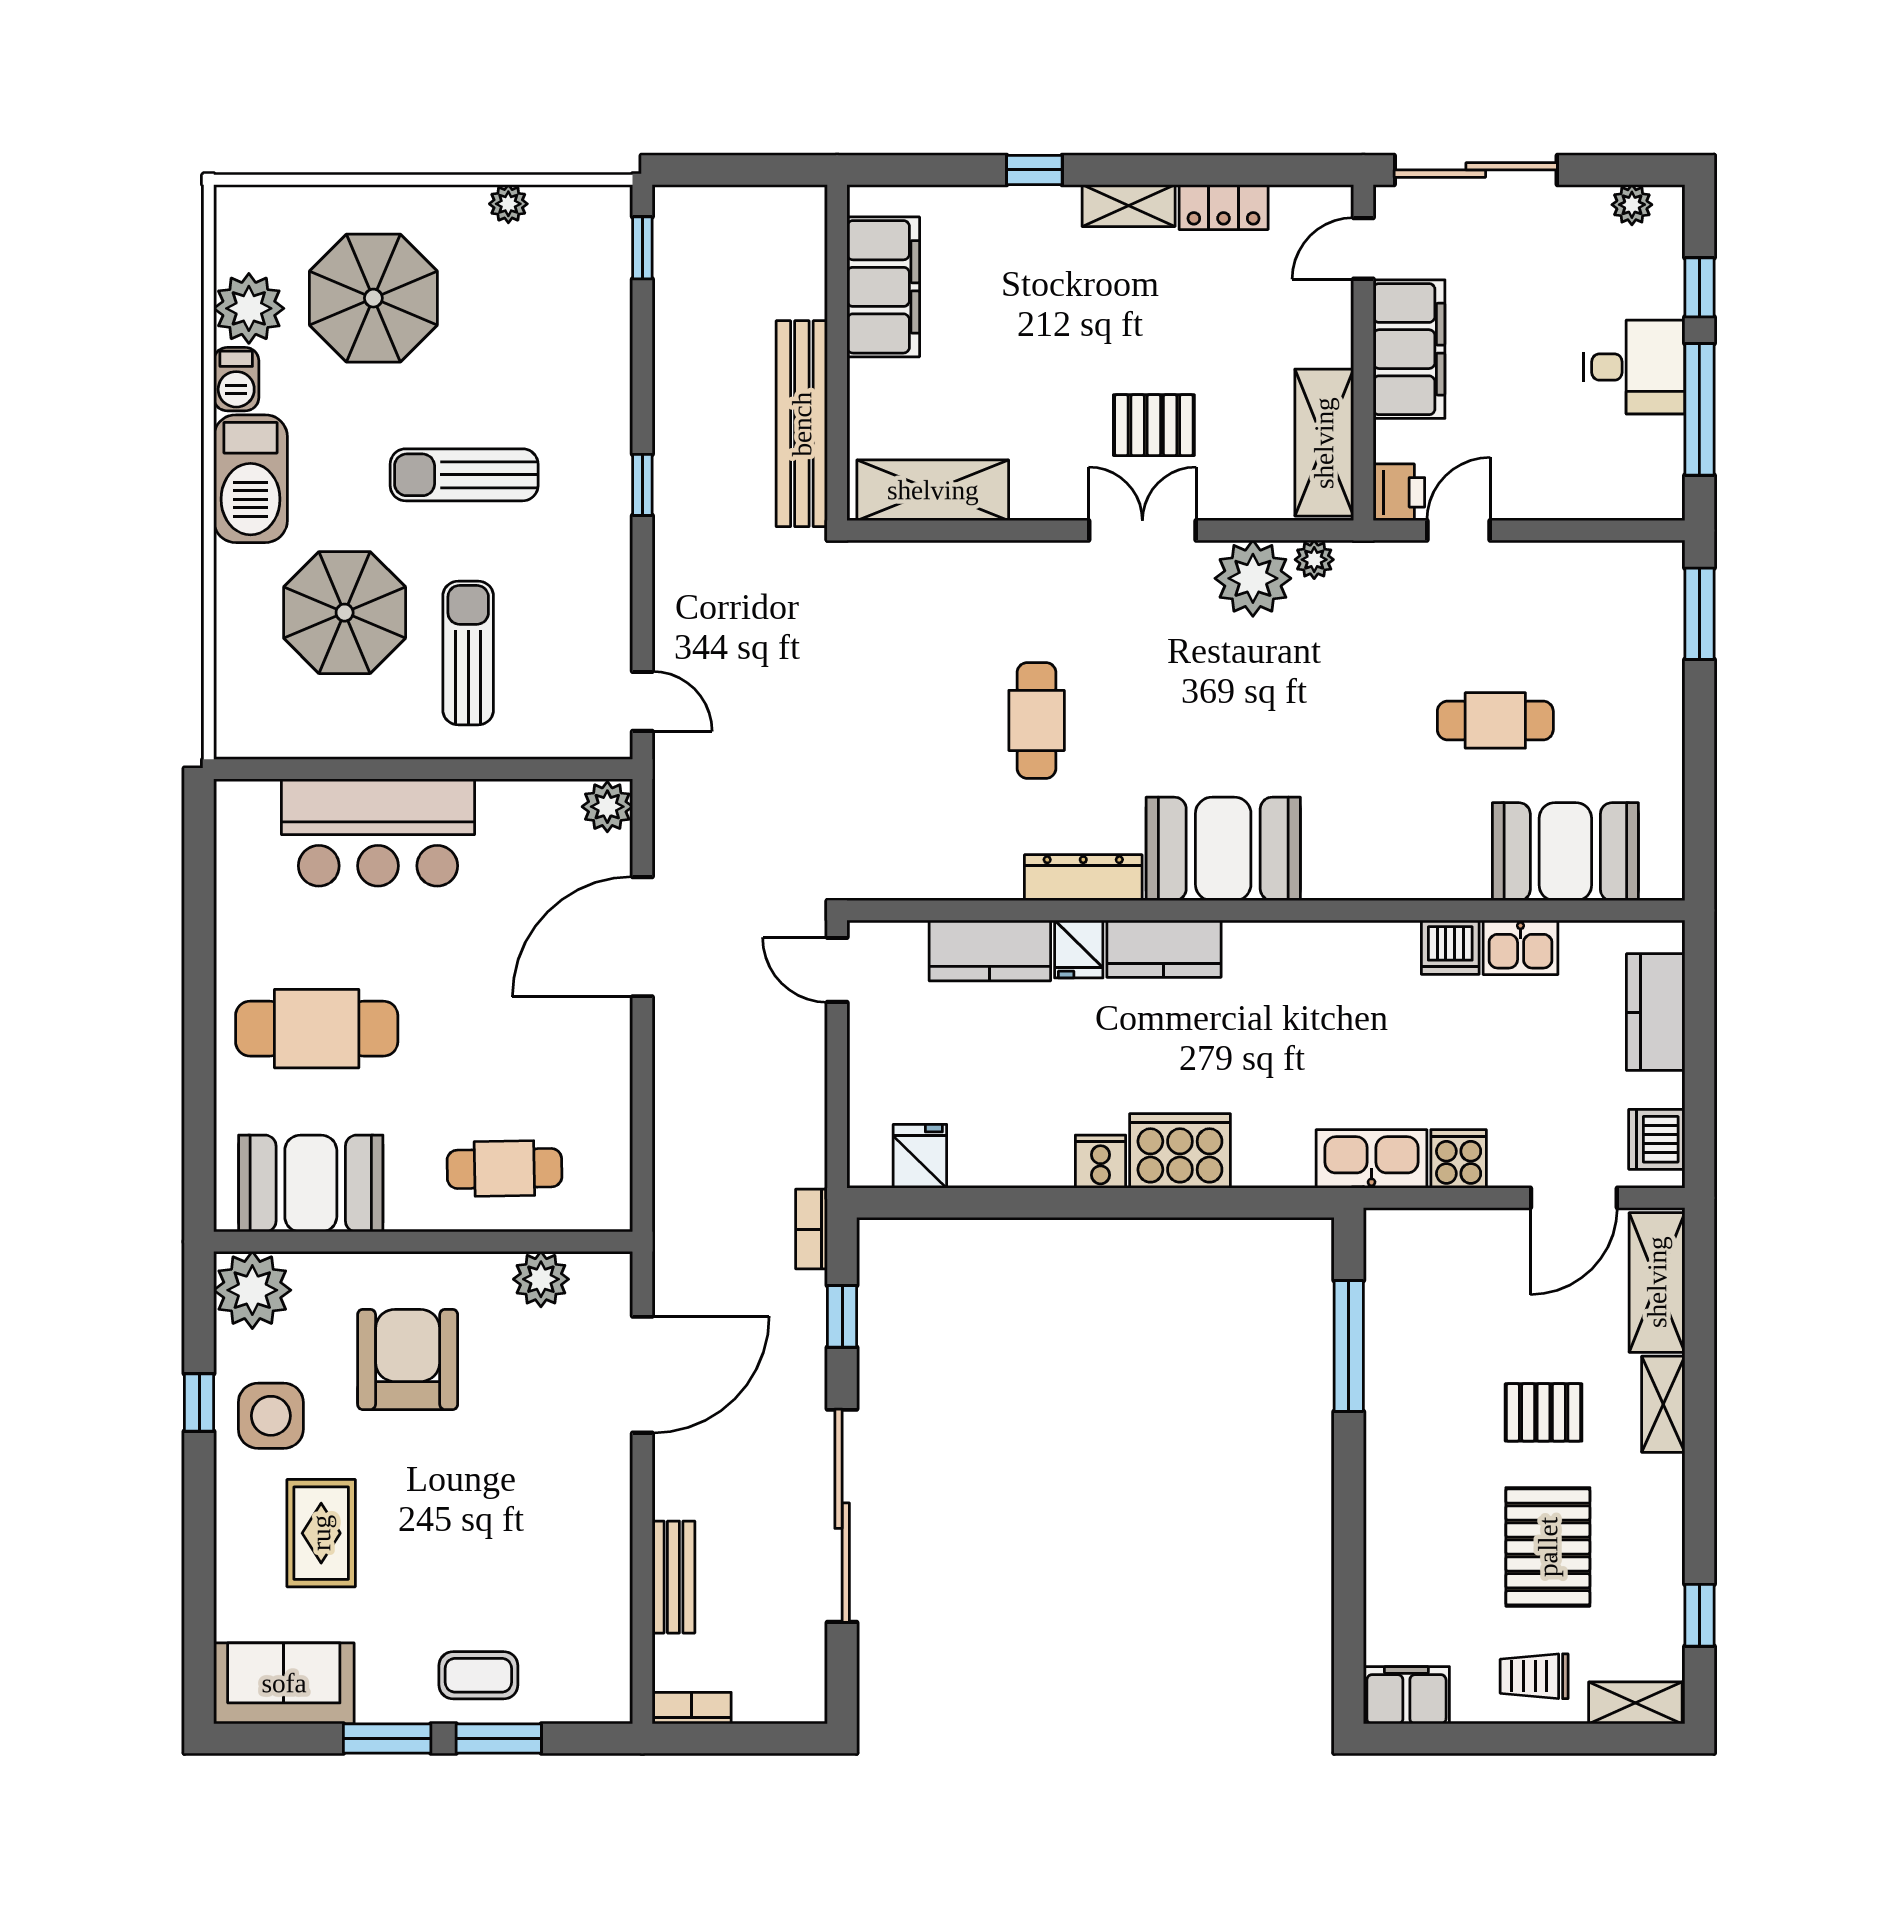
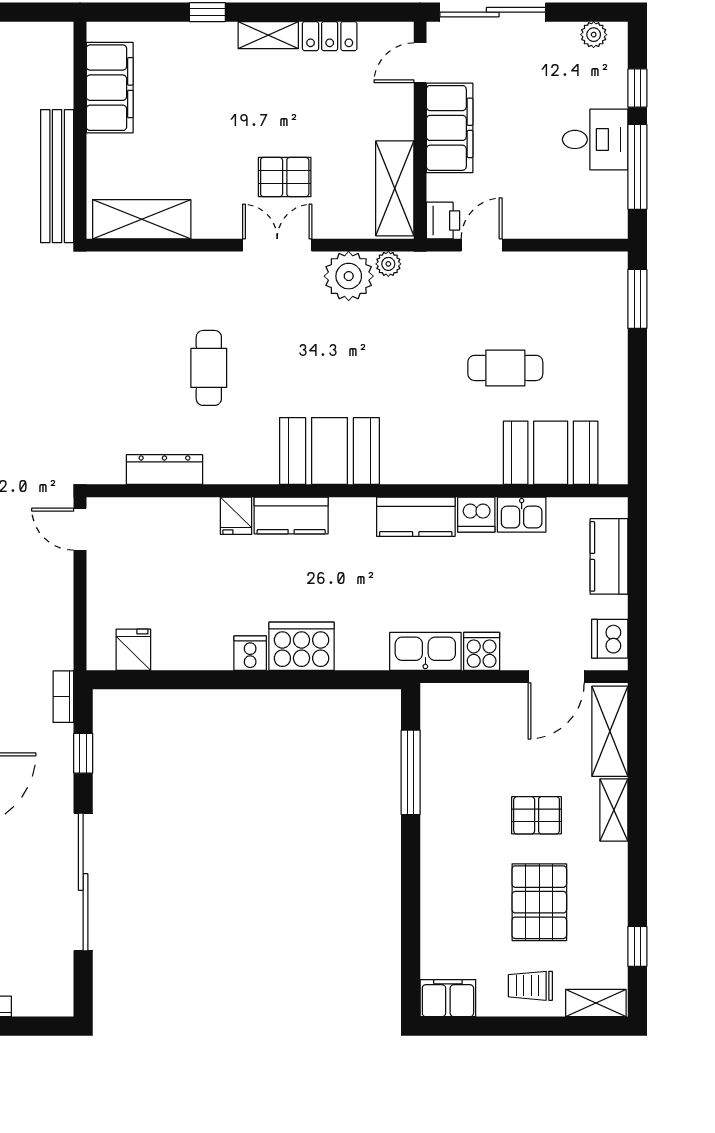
dresser: (1083, 878) -> (164, 470), moved
kitchen counter: (990, 951) -> (416, 517), moved

